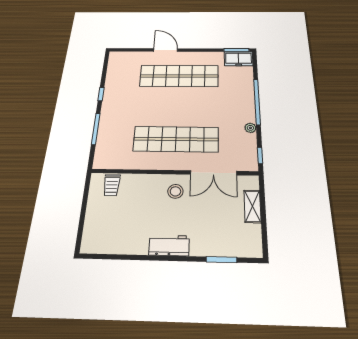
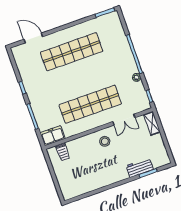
door: (166, 50) -> (33, 38), moved
freezer: (238, 59) -> (53, 136), moved, turned 180
double door: (214, 173) -> (124, 120), width x0.73
shelving: (252, 206) -> (152, 123), moved
workbench: (169, 245) -> (140, 168), moved

